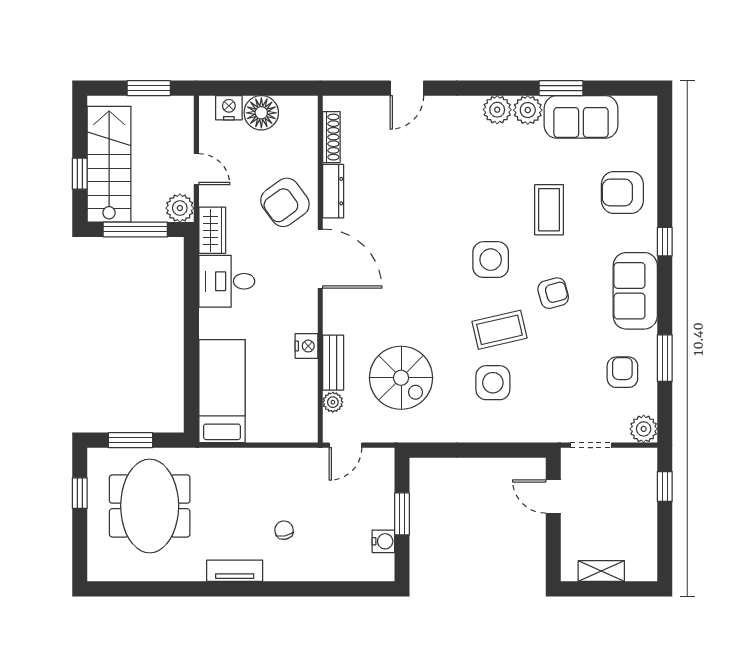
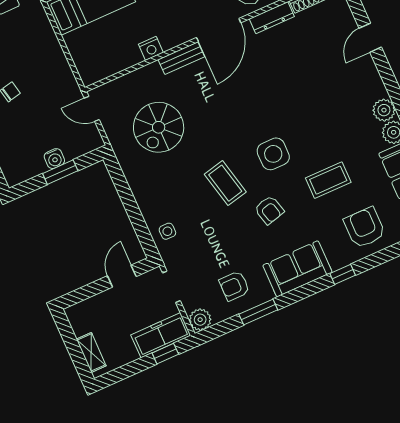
door: (407, 88) -> (370, 38), hinge flipped
bench: (333, 363) -> (181, 58), moved
armchair: (622, 372) -> (234, 286), turned 180
side table: (493, 383) -> (167, 231), moved, width x0.54, depth x0.54
plant: (333, 402) -> (119, 86), removed
freezer: (641, 482) -> (161, 335), added
water cooler: (383, 541) -> (54, 159), moved
shelving: (601, 571) -> (91, 352), moved

